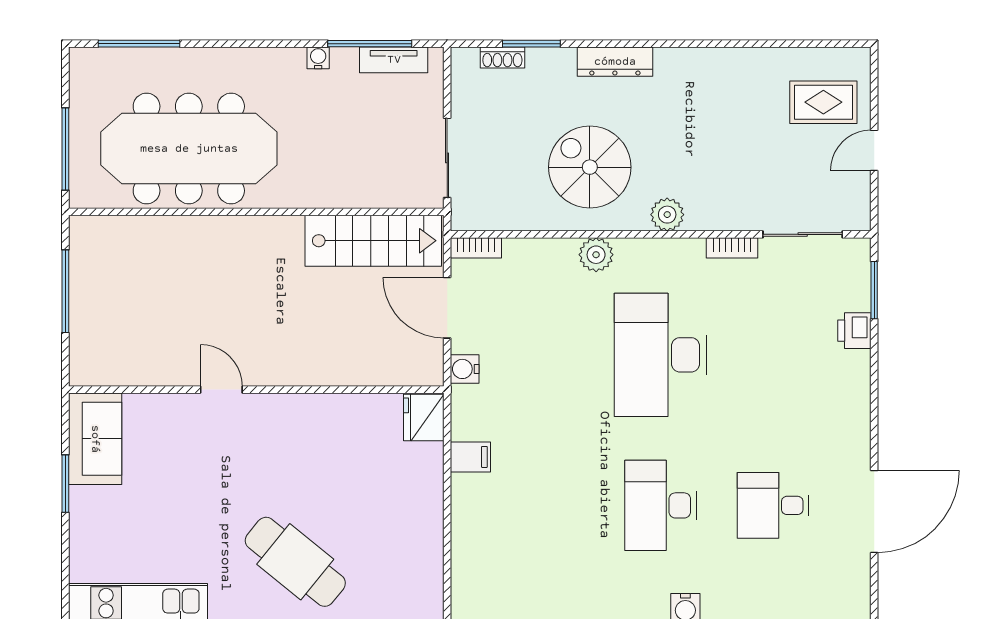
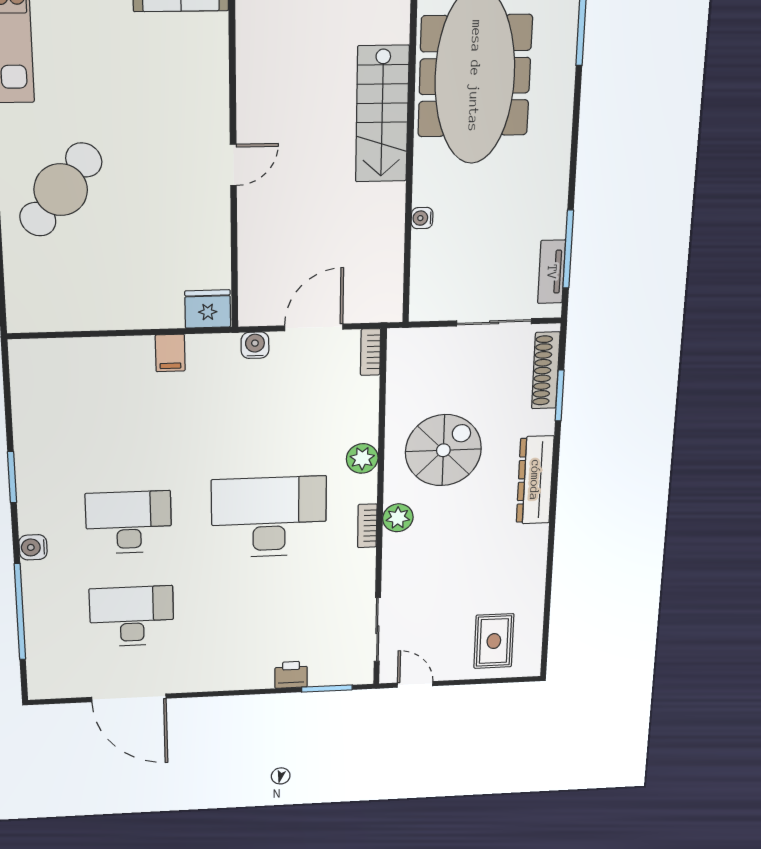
water cooler: (318, 58) -> (422, 218), moved, turned 180
shoe rack: (502, 58) -> (546, 370), width x1.94, depth x1.24
dresser: (615, 62) -> (535, 480), width x1.37, depth x1.24
door: (874, 150) -> (415, 684), moved
sliding door: (447, 158) -> (494, 322), moved
stairs: (373, 241) -> (382, 114), moved
bookcase: (732, 248) -> (367, 526), moved
door: (221, 390) -> (233, 165), moved
desk: (773, 505) -> (132, 616), width x1.37

